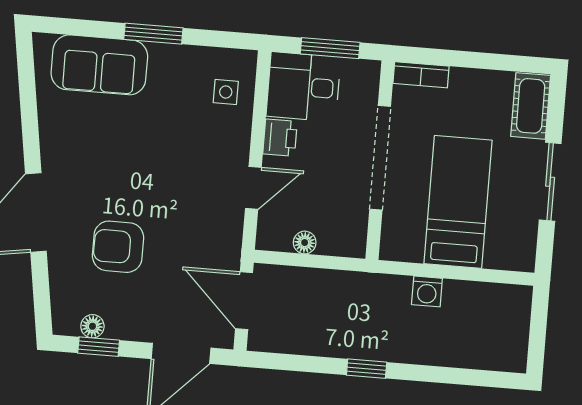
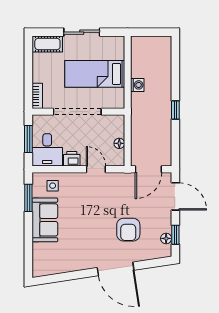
window: (153, 34) -> (28, 198), moved
sofa: (99, 65) -> (45, 220), moved

